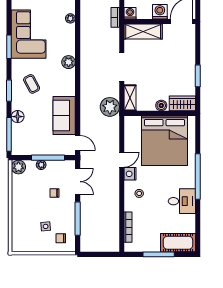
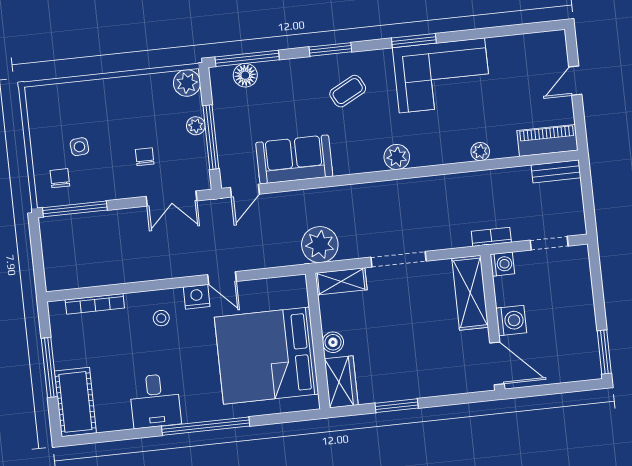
floor lamp: (18, 117) -> (245, 75), moved
window: (78, 219) -> (75, 209), moved

